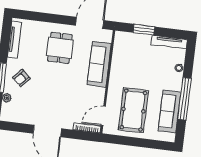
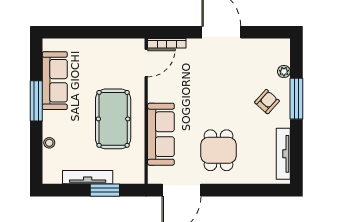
tv unit: (169, 42) -> (88, 177), moved
window: (184, 99) -> (36, 101), width x0.68
pool table: (133, 110) -> (113, 119), moved

